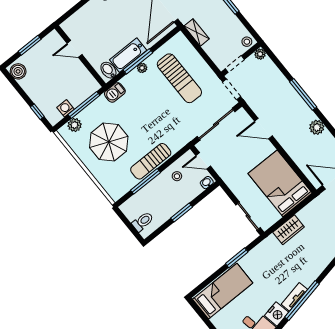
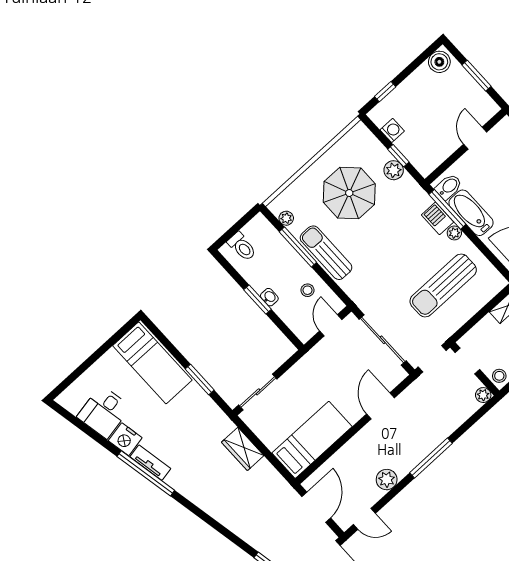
window: (138, 61) -> (447, 209), moved
barbecue: (115, 92) -> (437, 218), moved
window: (84, 105) -> (398, 156), width x0.46
plant: (75, 125) -> (394, 170), moved
washbasin: (207, 183) -> (269, 297), moved
bed: (280, 183) -> (312, 440), width x0.67
plant: (124, 188) -> (286, 218), added

